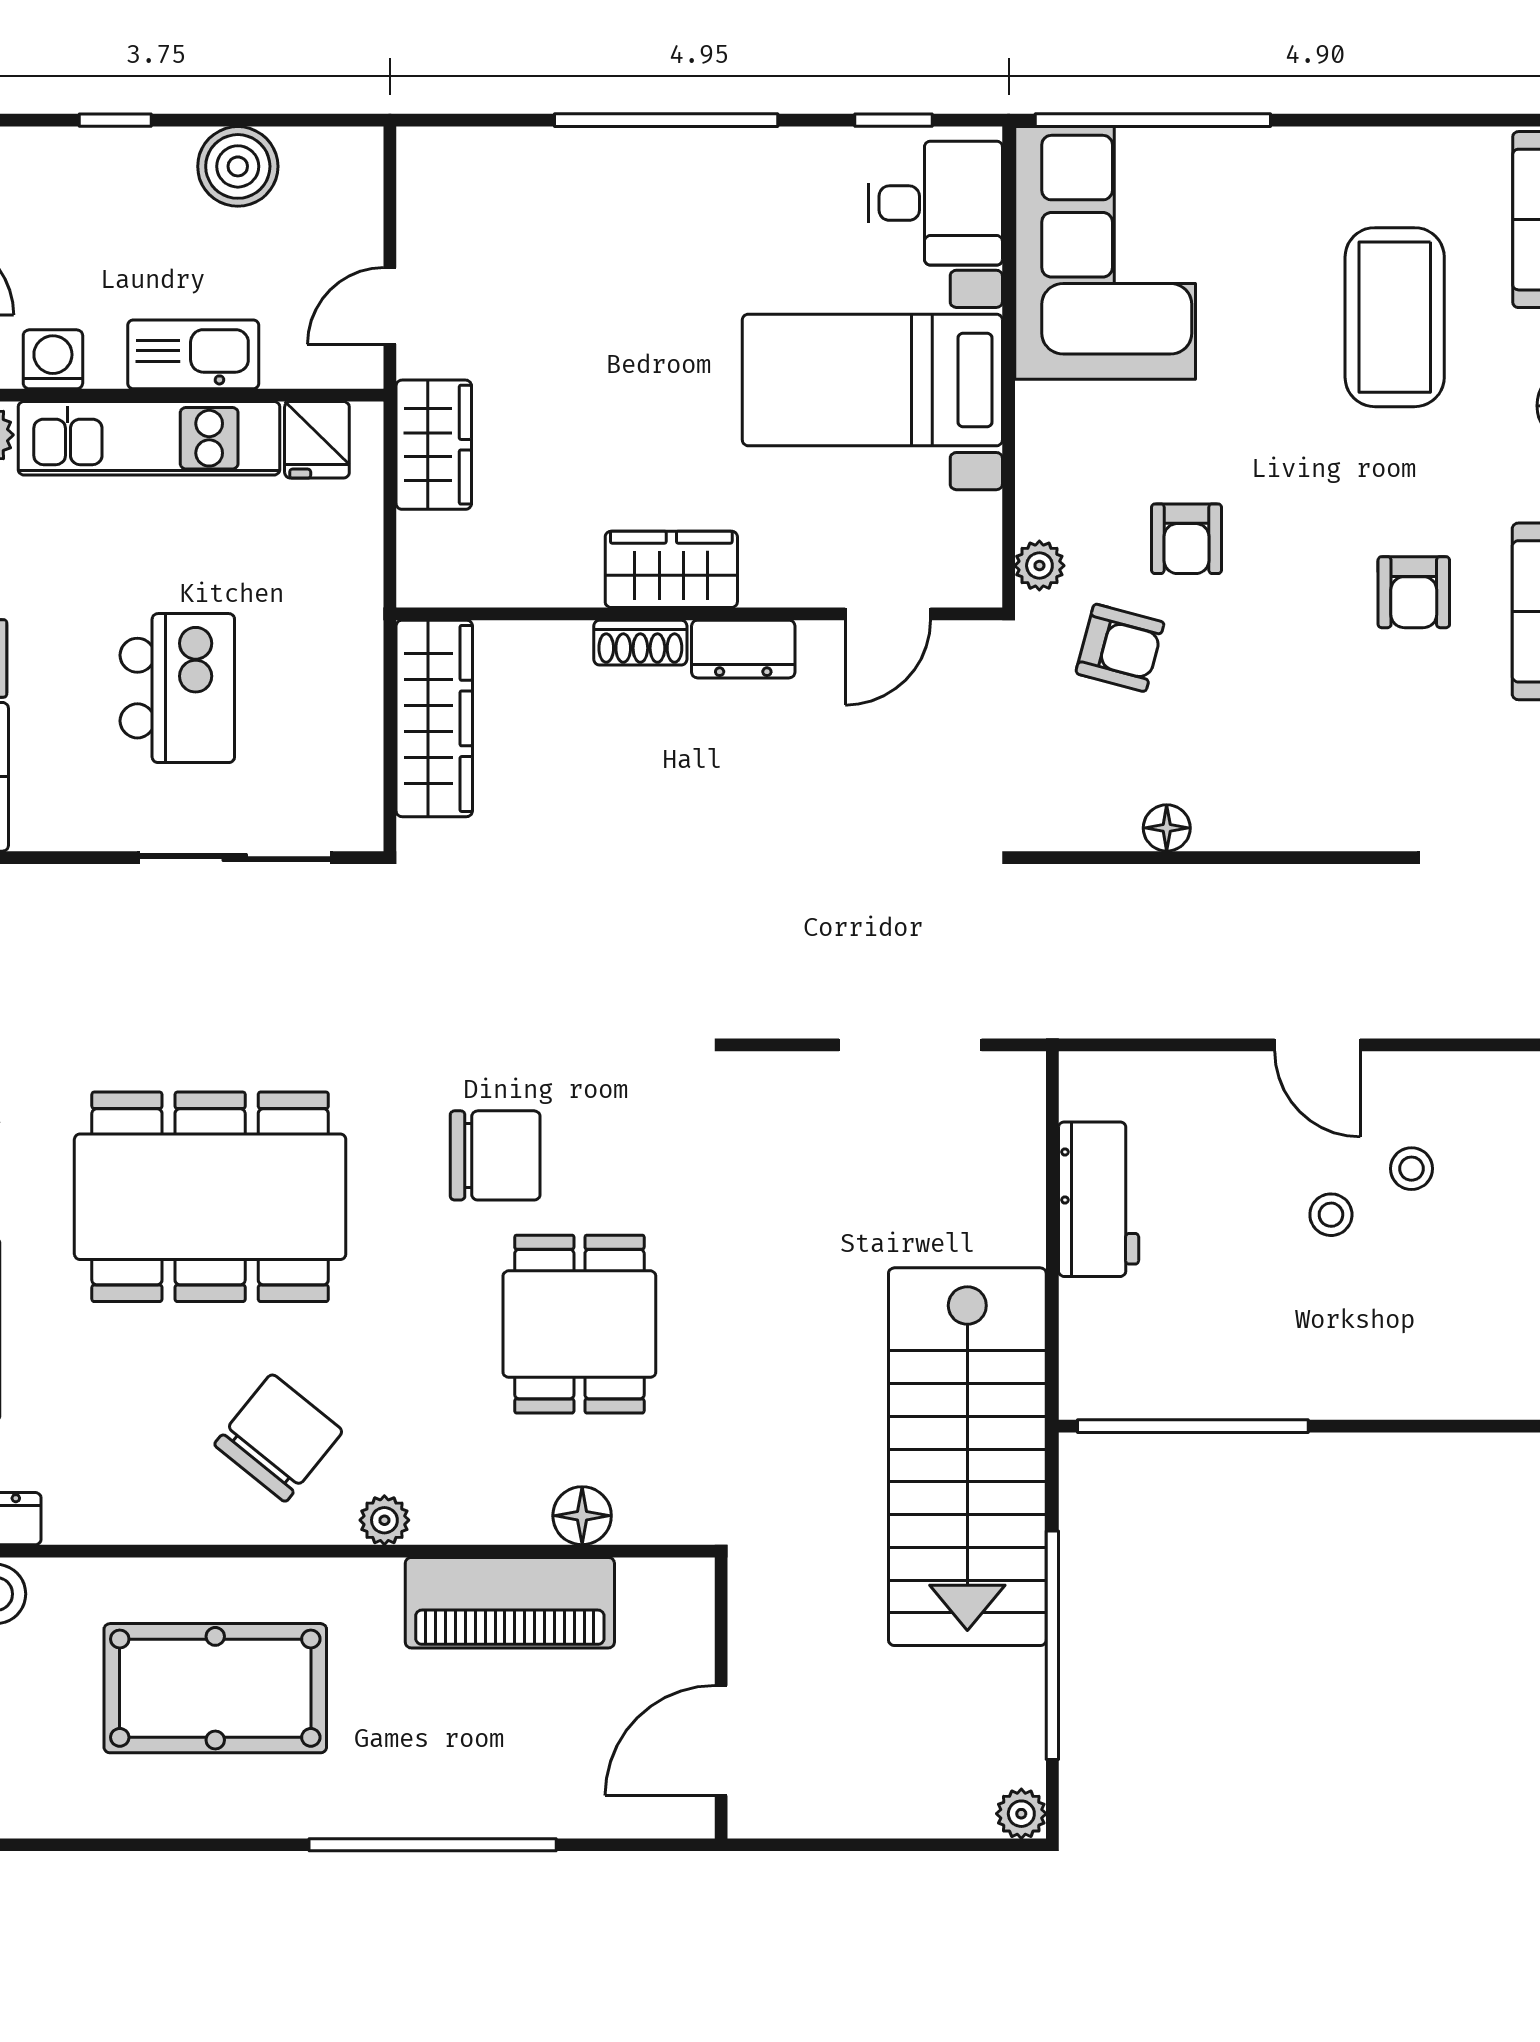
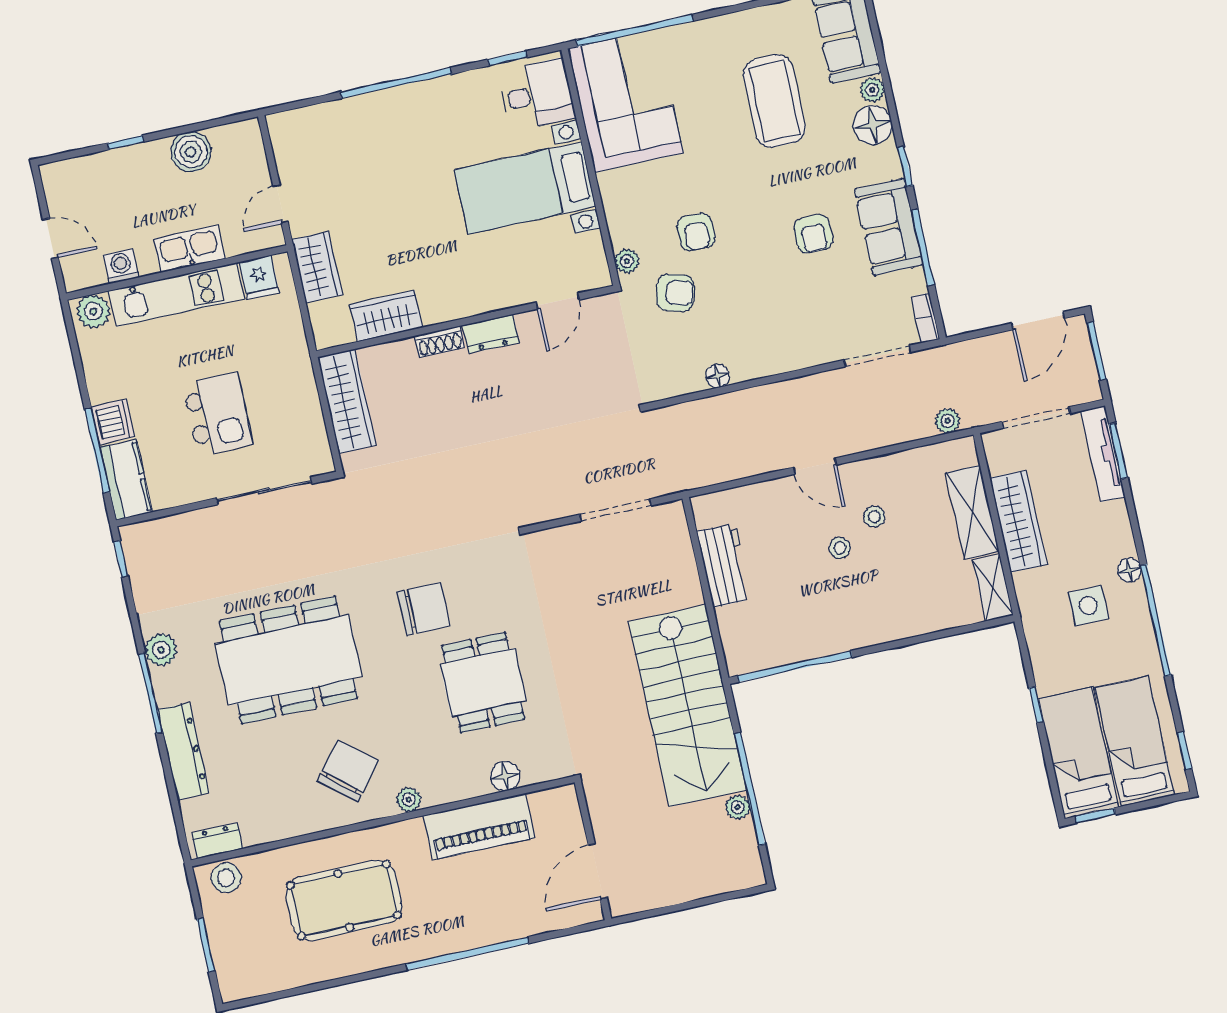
wardrobe: (671, 569) -> (386, 316), moved
plant: (1021, 1814) -> (738, 807), moved

